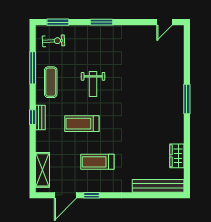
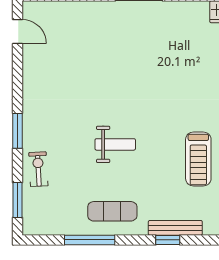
exercise bike: (53, 41) -> (38, 169), moved
bench: (40, 117) -> (175, 228), width x1.36
treadmill: (82, 124) -> (198, 159), moved

